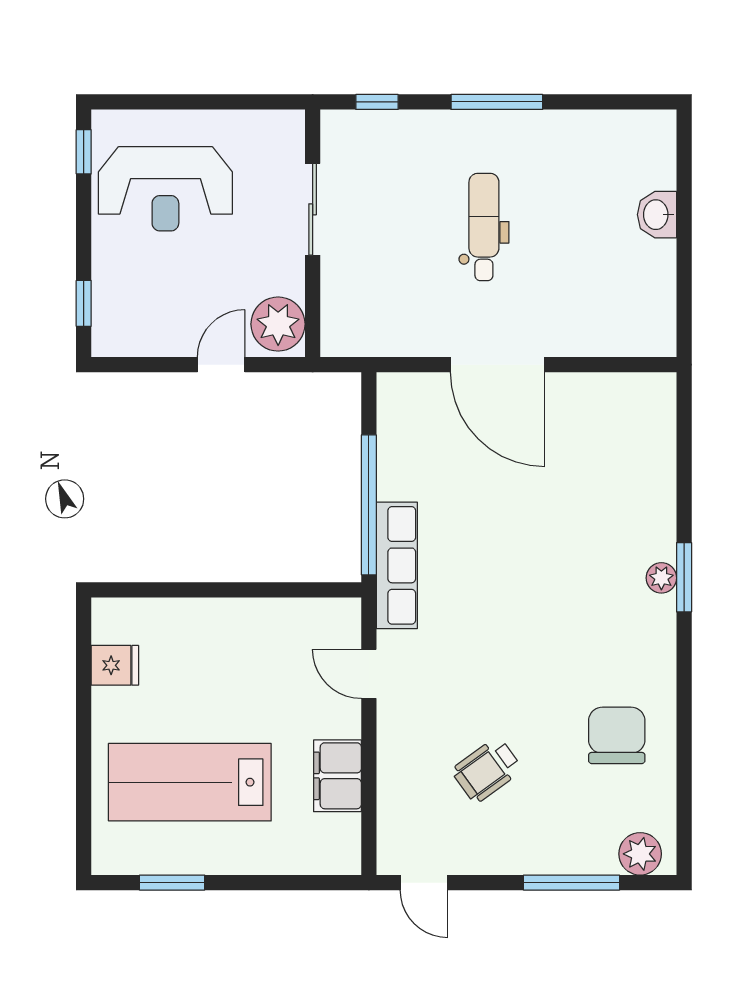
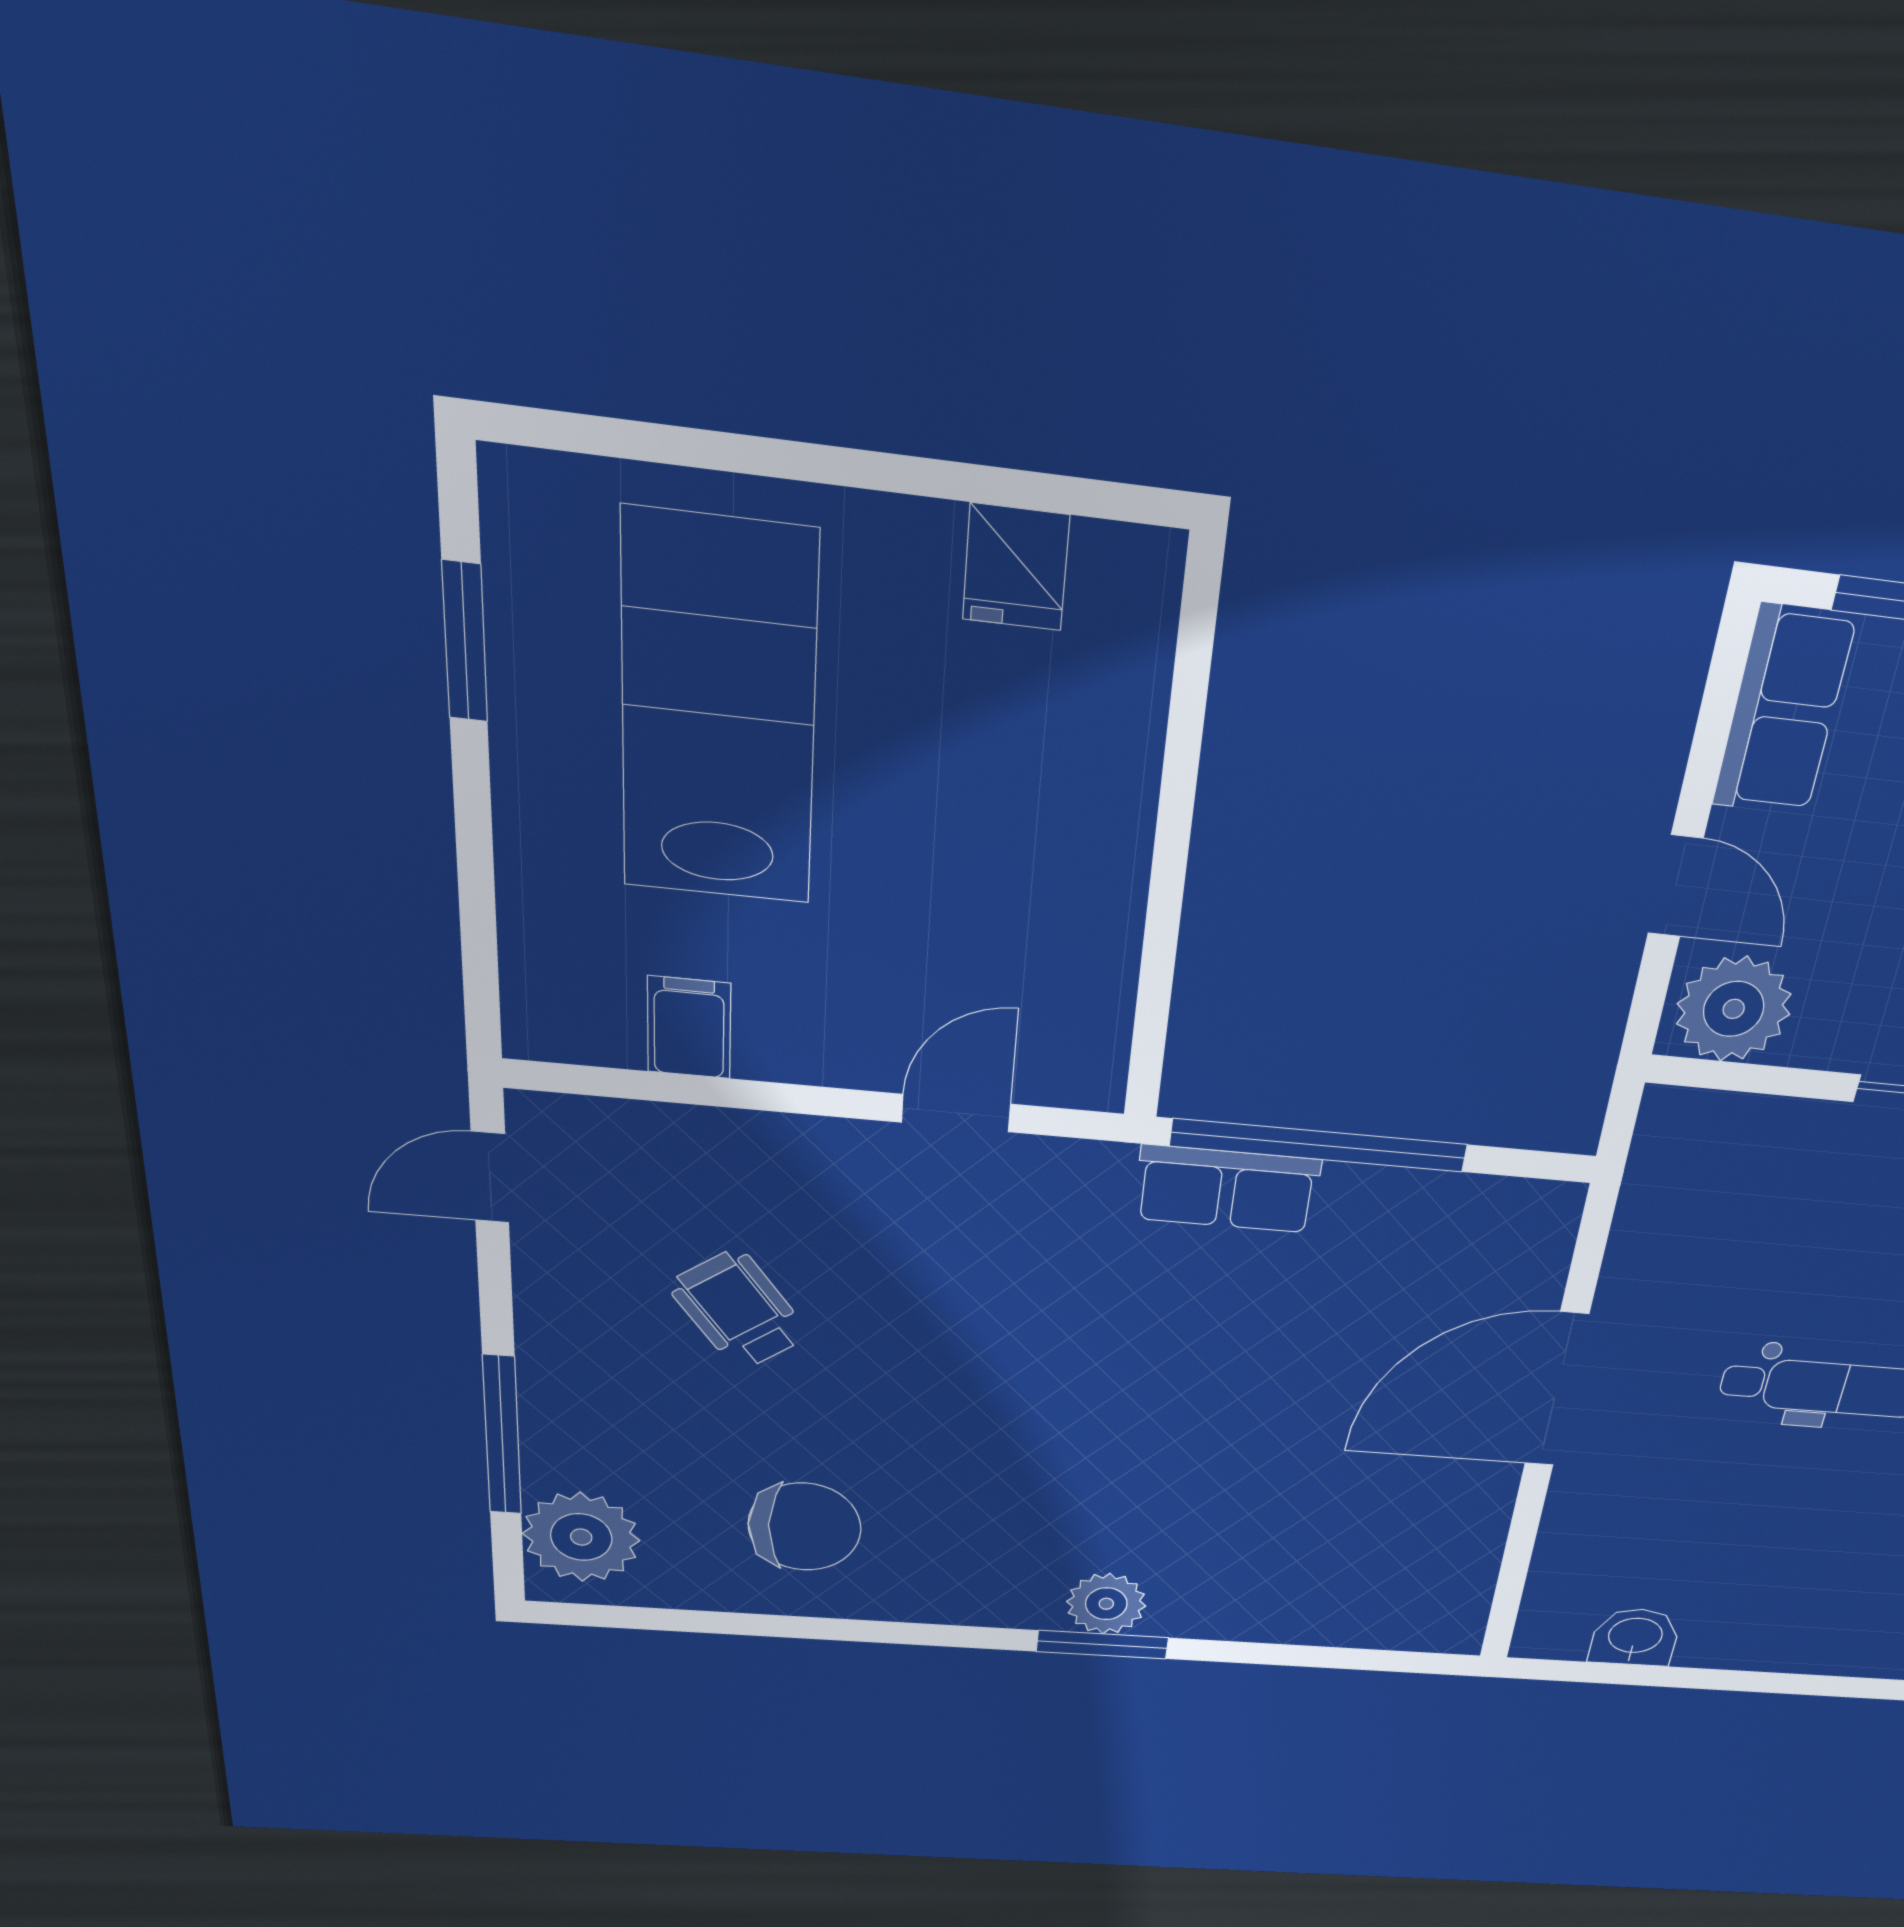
washbasin: (657, 215) -> (1635, 1637), moved
row of seats: (136, 336) -> (1784, 711), added
row of seats: (397, 565) -> (1227, 1189), width x0.68
plant: (661, 578) -> (1106, 1604), width x1.38, depth x1.38
filing cabinet: (337, 776) -> (689, 1028), width x0.50
plant: (640, 854) -> (581, 1537), width x1.36, depth x1.36

